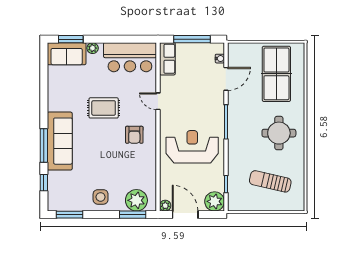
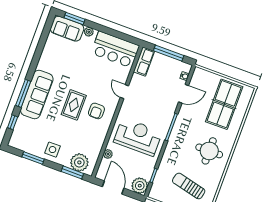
rug: (104, 108) -> (74, 105), moved, turned 90
plant: (165, 206) -> (108, 154), moved
window: (69, 215) -> (33, 158), moved

